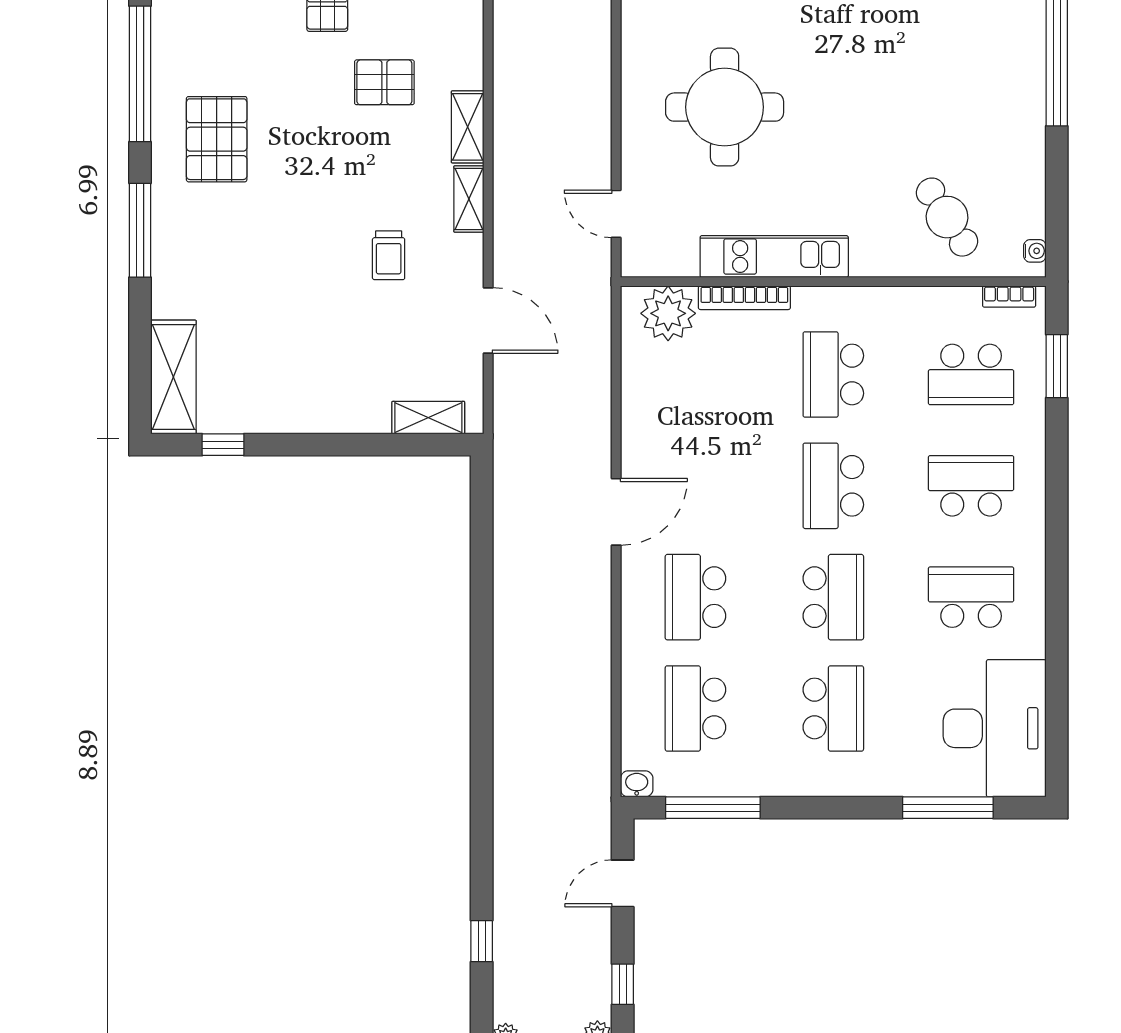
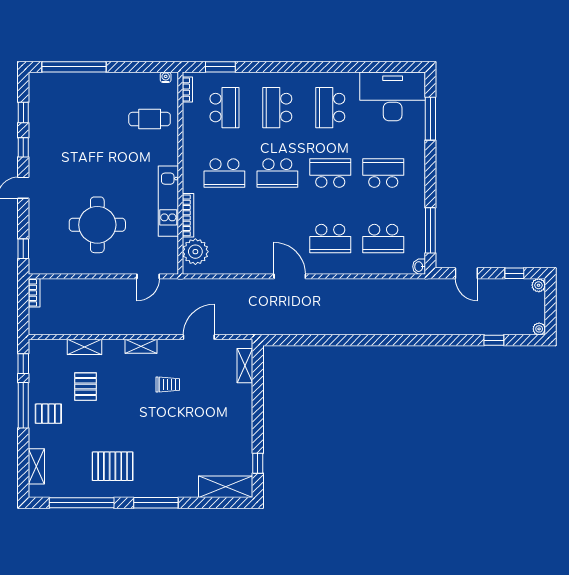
shelving: (468, 127) -> (84, 347), moved
cafe table: (947, 217) -> (150, 119), turned 33

